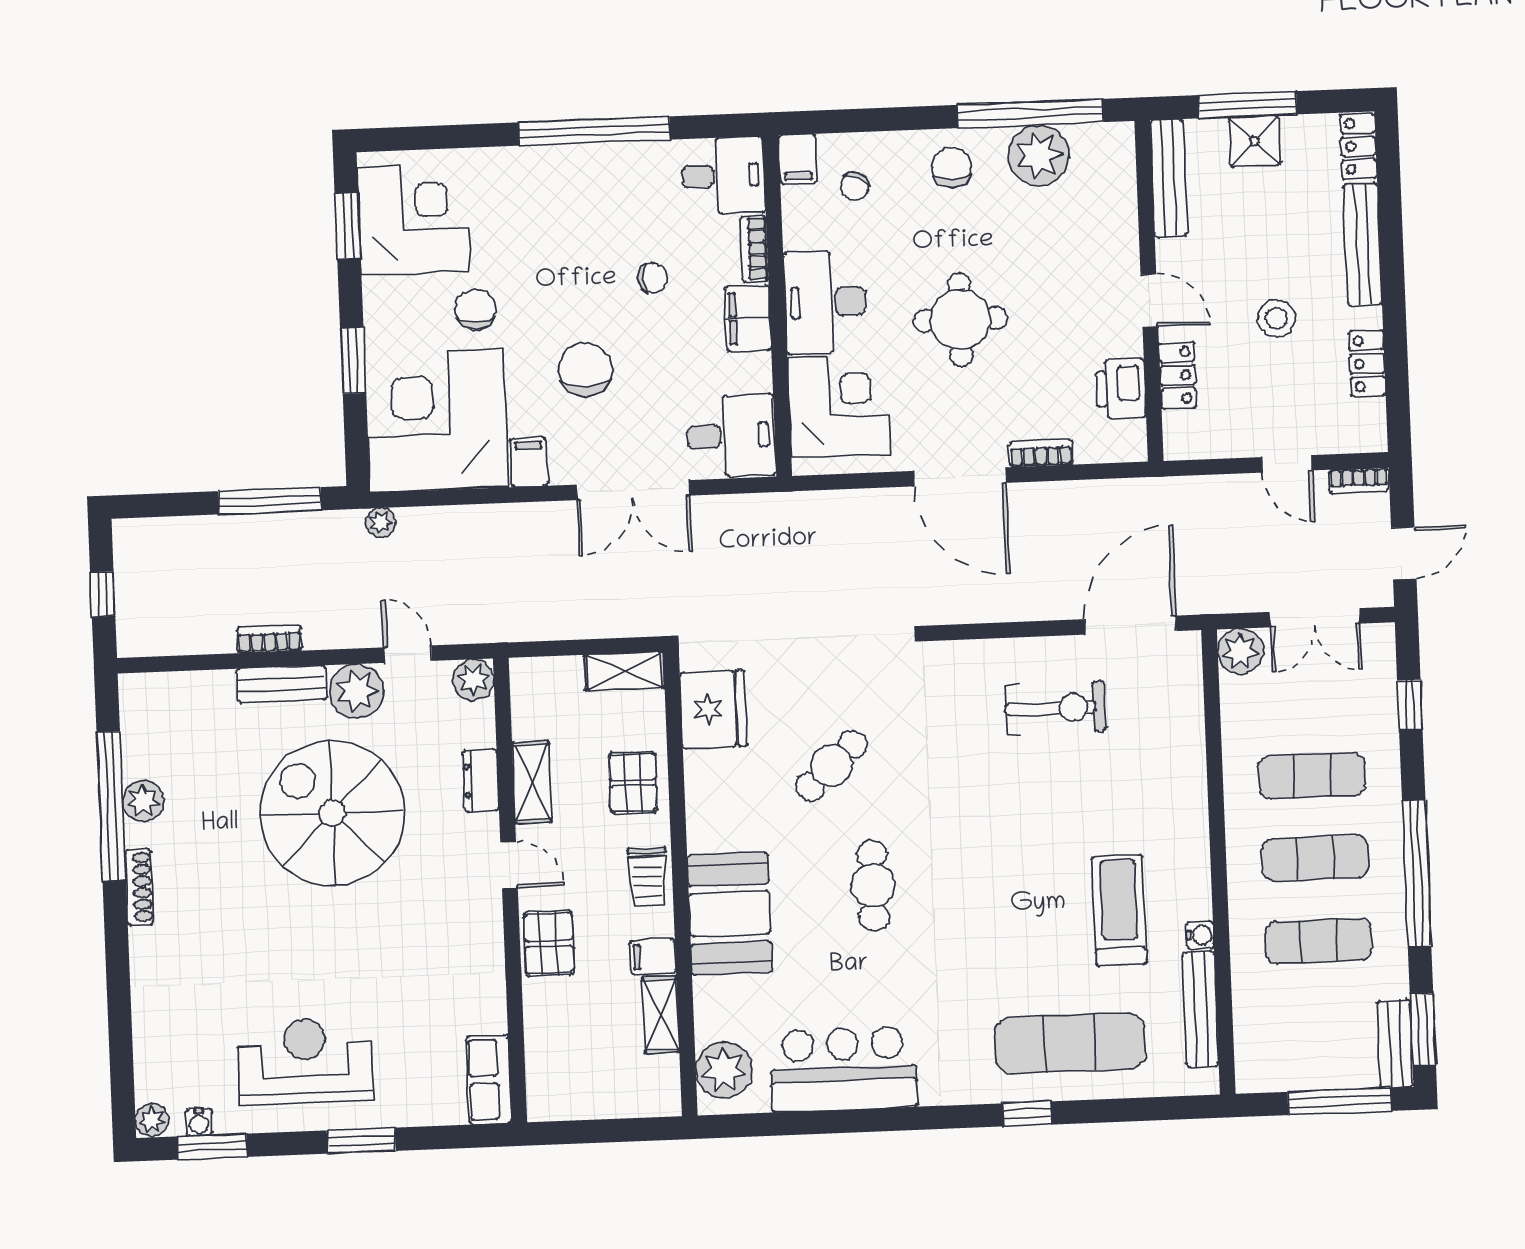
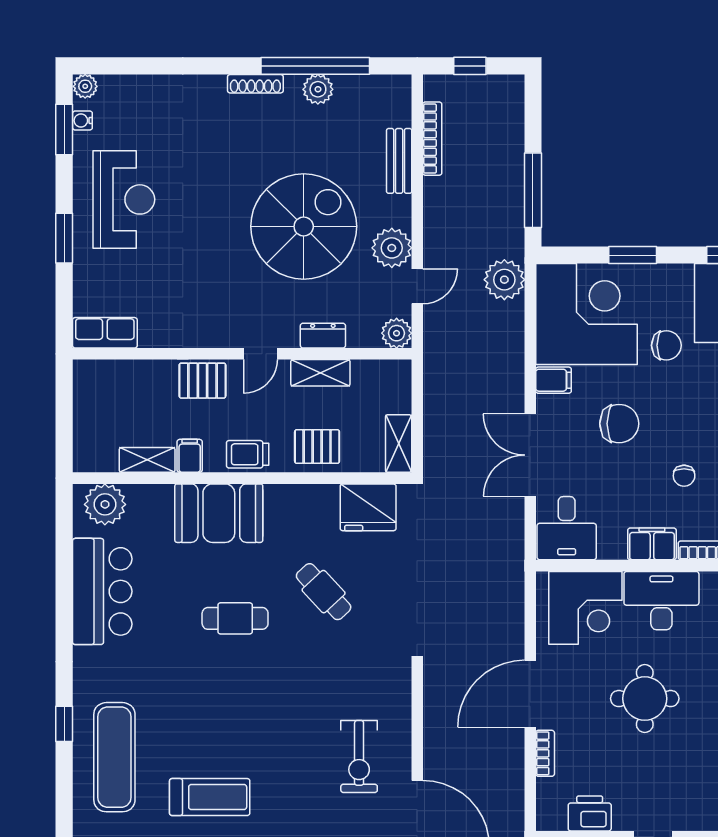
plant: (381, 523) -> (504, 280), width x1.88, depth x1.88
bookcase: (269, 639) -> (432, 139), moved, width x1.56
bench: (281, 684) -> (399, 161), moved

